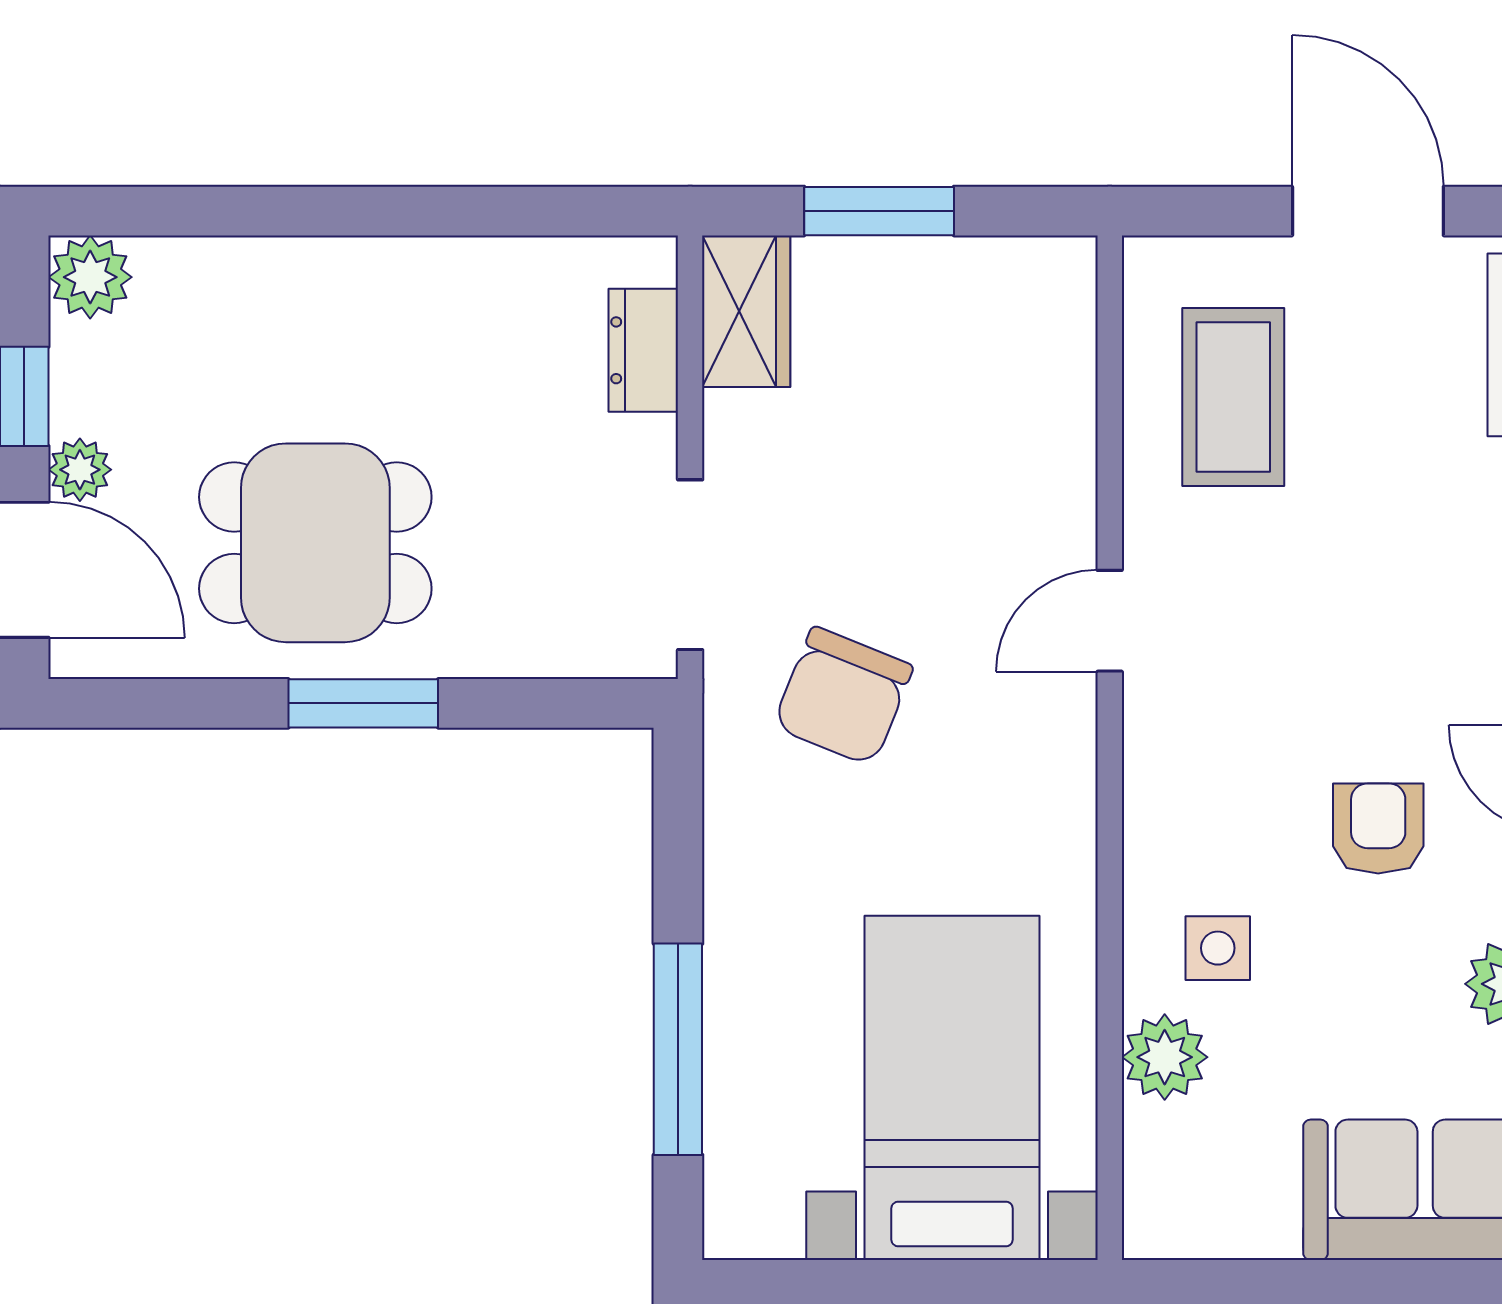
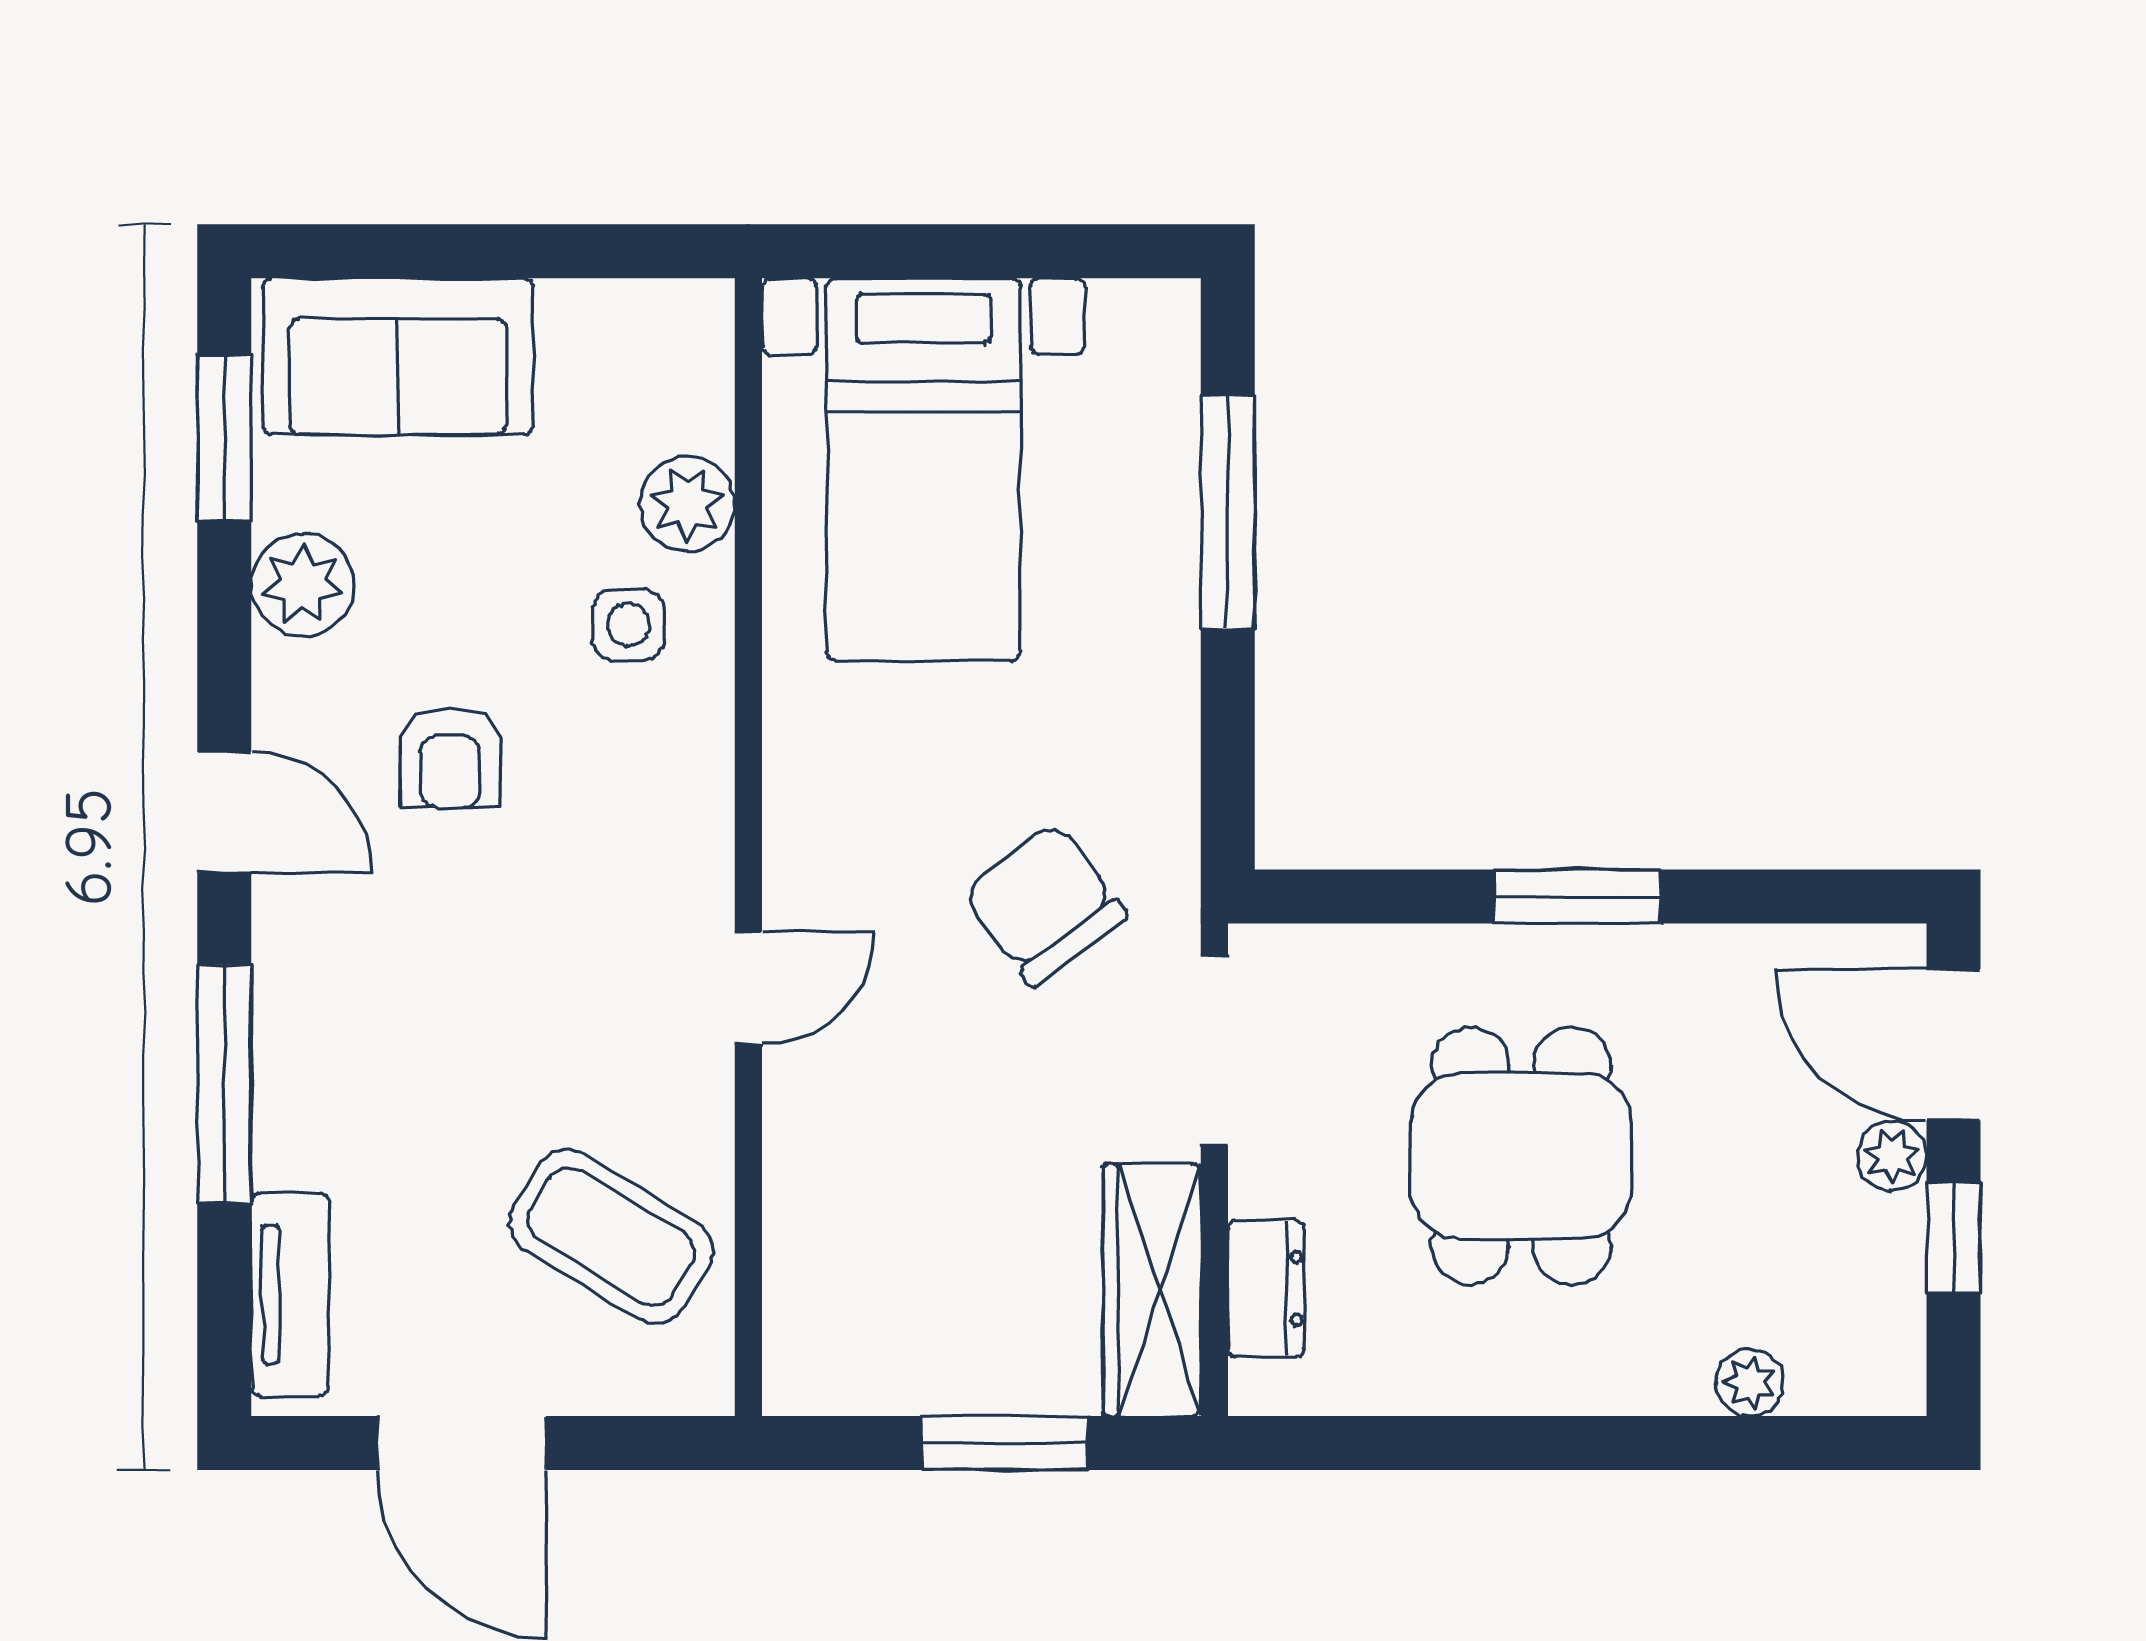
plant: (90, 277) -> (1749, 1382), moved, width x0.73, depth x0.73
wardrobe: (746, 311) -> (1152, 1290), width x1.50
coffee table: (1233, 397) -> (611, 1237), turned -59
dining table: (315, 543) -> (1521, 1156), moved, turned 90
chair: (843, 696) -> (1045, 904), turned -59

